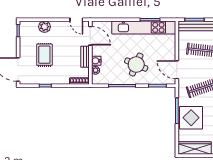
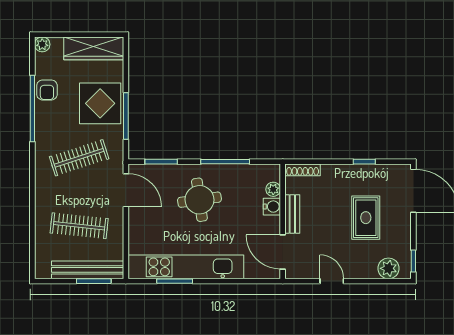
door: (76, 20) -> (332, 281), moved
plant: (44, 27) -> (388, 268), moved
round table: (136, 65) -> (199, 200), turned -31

